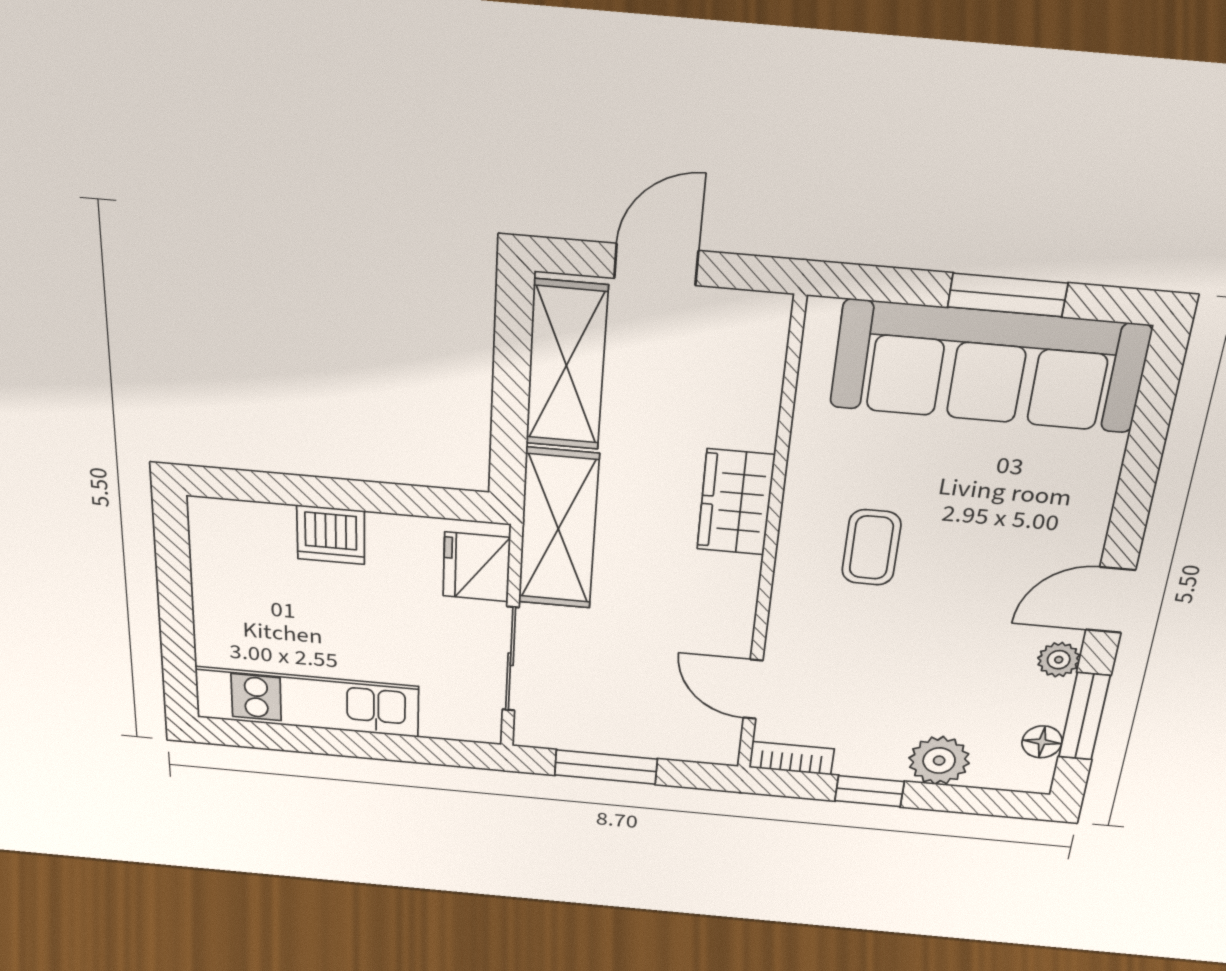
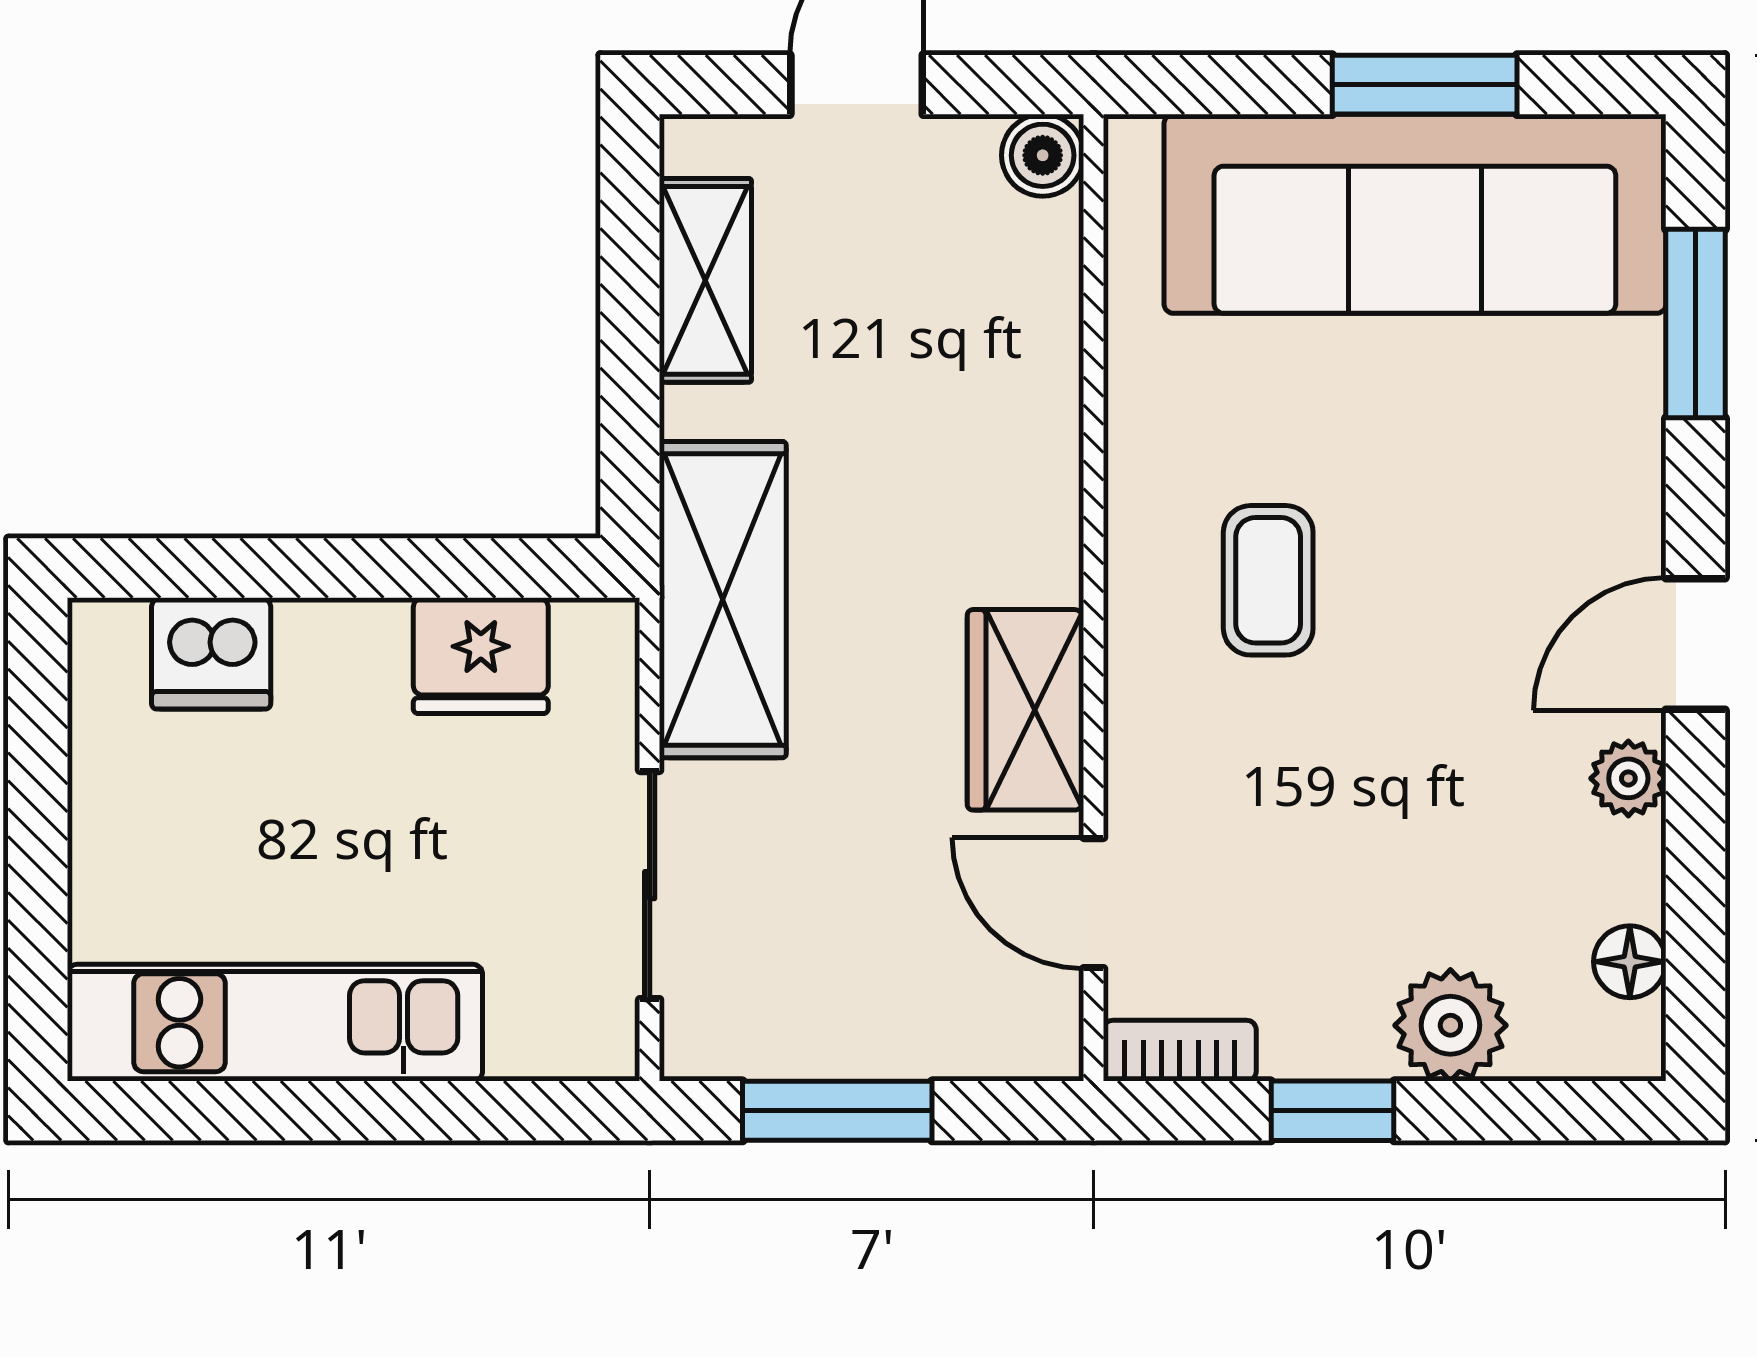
boiler: (767, 314) -> (1043, 155), added
shelving: (566, 365) -> (705, 280), width x0.67, depth x0.75
wardrobe: (736, 502) -> (1026, 710), moved
dishwasher: (331, 535) -> (211, 653), moved
fridge: (476, 567) -> (481, 656), moved, turned -90
window: (1084, 716) -> (1695, 324), moved

